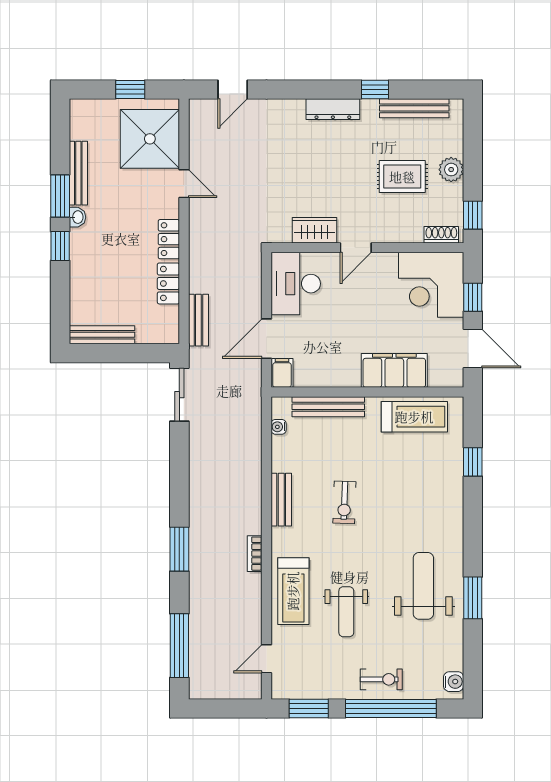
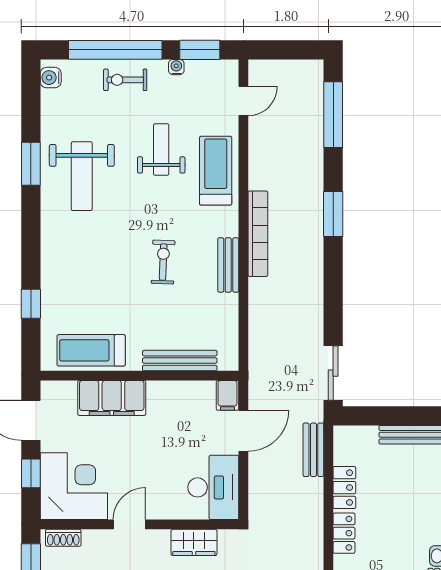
door: (356, 248) -> (129, 524), moved
water cooler: (279, 427) -> (176, 67), moved, turned -90
bookcase: (255, 554) -> (258, 234), width x2.31, depth x1.31

